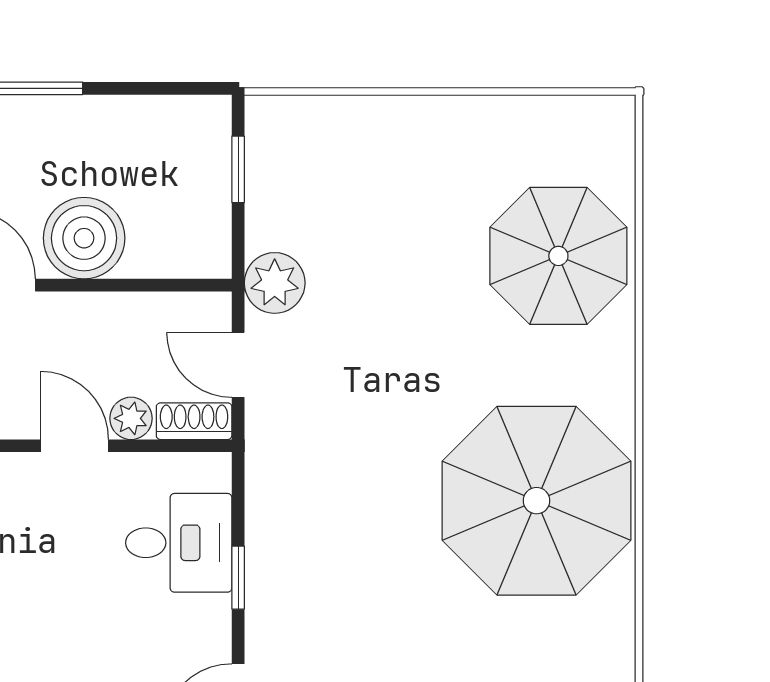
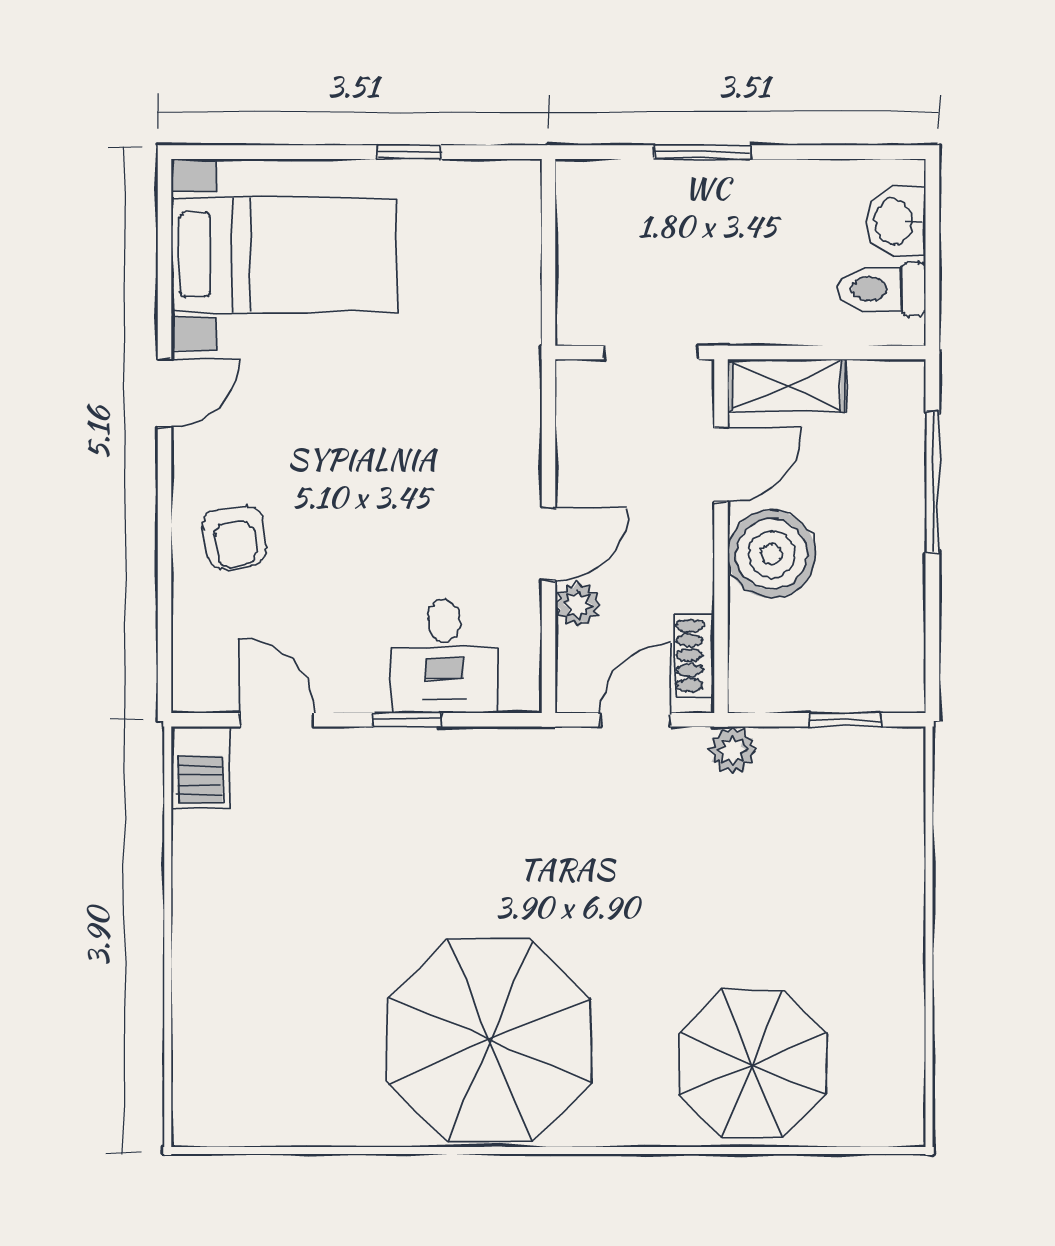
plant: (275, 283) -> (732, 750), width x0.73, depth x0.73
shoe rack: (194, 421) -> (695, 655), moved, turned 180

